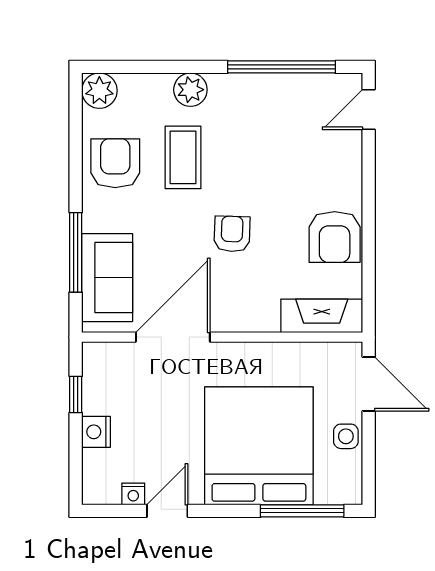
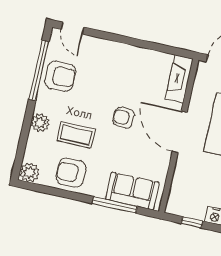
armchair: (335, 237) -> (60, 76), moved
door: (173, 337) -> (180, 132), moved

